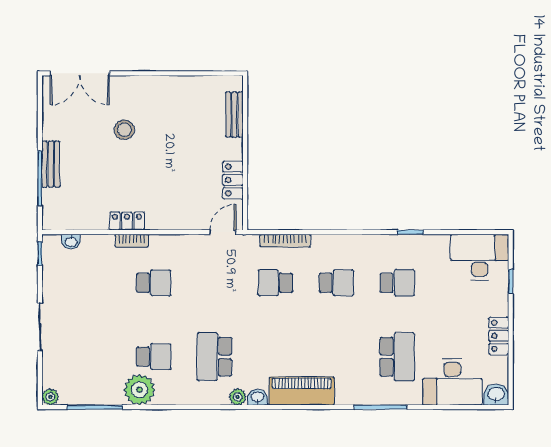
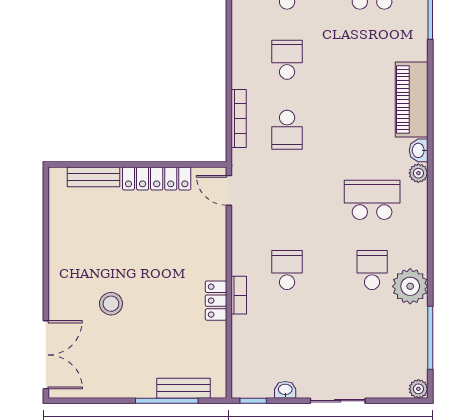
bench: (51, 164) -> (184, 388), moved
locker: (233, 180) -> (157, 179), width x1.53
washbasin: (71, 242) -> (285, 390), moved, turned -90
school desk: (214, 357) -> (372, 200), turned 180

